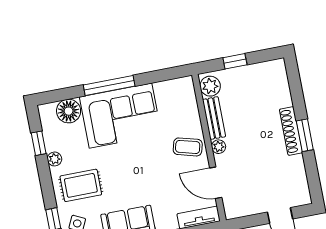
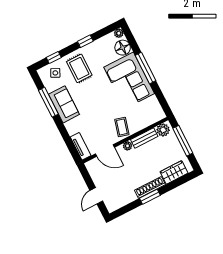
window: (235, 61) -> (183, 141), width x2.17
wardrobe: (279, 88) -> (174, 172), added
window: (39, 143) -> (85, 41), moved
plant: (54, 159) -> (119, 33), moved
door: (216, 183) -> (105, 151), swing flipped

